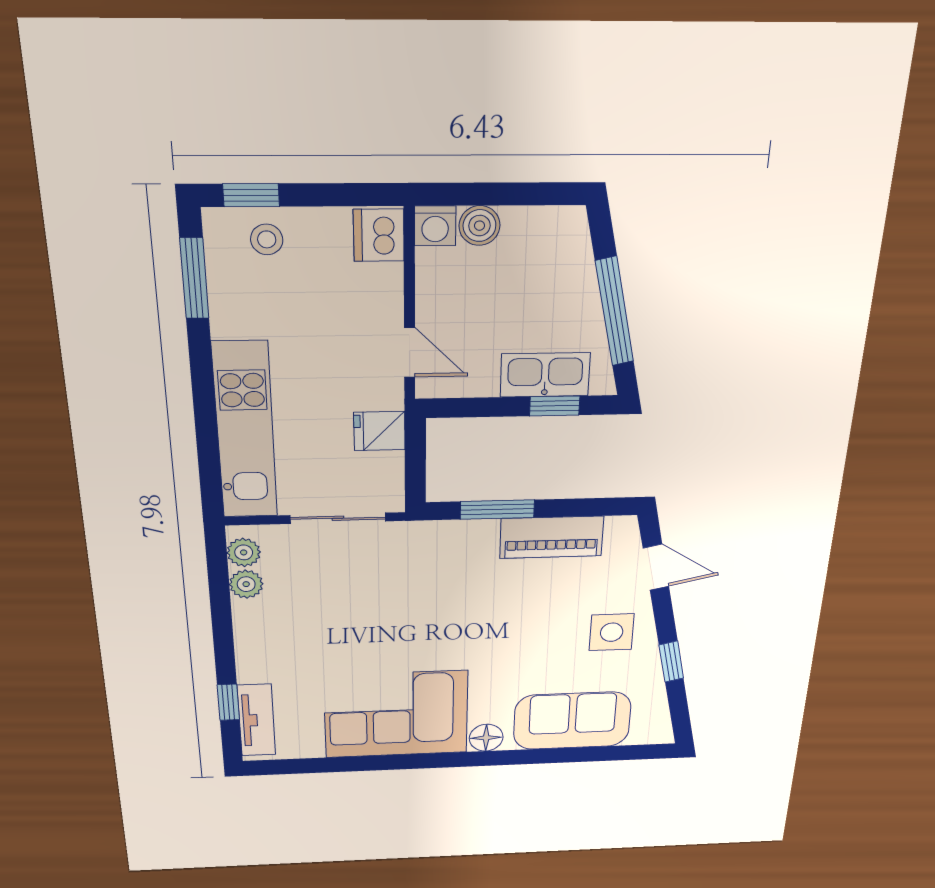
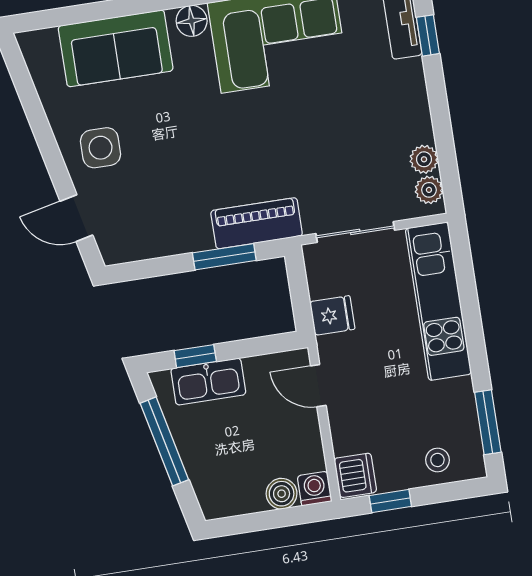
window: (251, 195) -> (390, 501), moved
piano: (552, 537) -> (257, 223), moved
window: (671, 662) -> (39, 123), removed

